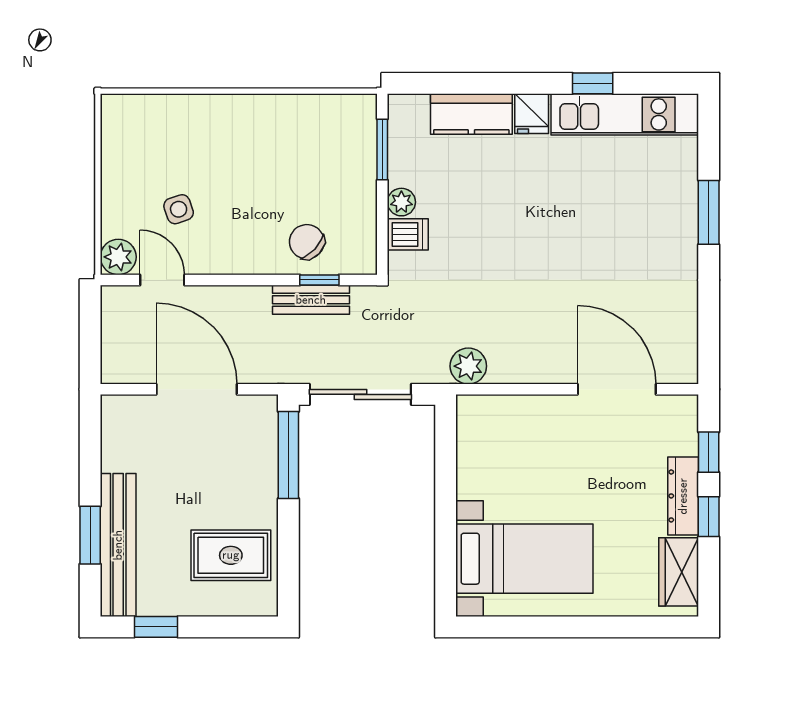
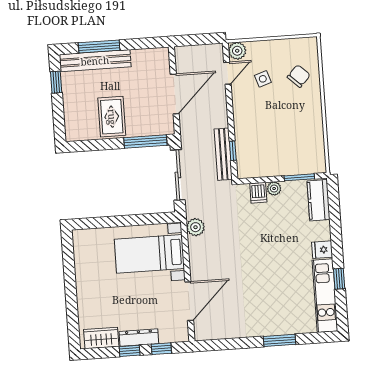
kitchen counter: (471, 114) -> (318, 200), moved
chair: (307, 242) -> (299, 76), moved
bench: (311, 300) -> (223, 154), width x1.36
window: (90, 535) -> (99, 47), width x1.44
rug: (231, 555) -> (112, 117), moved
bed with nightstands: (524, 559) -> (149, 254), moved, turned 90

